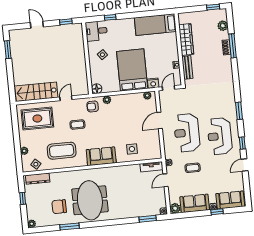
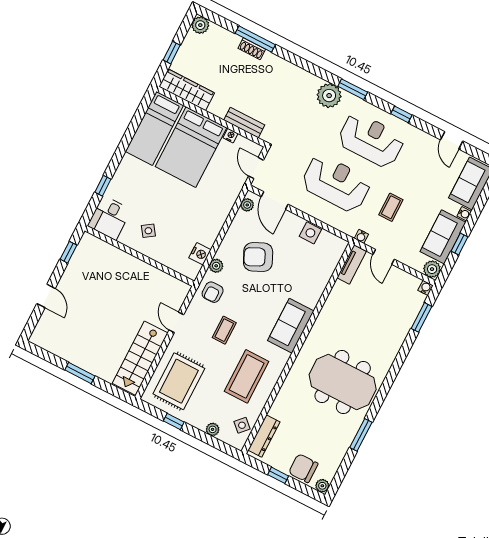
window: (213, 7) -> (172, 53), moved
door: (37, 25) -> (46, 296), swing flipped
plant: (223, 26) -> (200, 25), moved
wardrobe: (186, 39) -> (187, 90), moved
window: (8, 50) -> (80, 373), moved
bed: (132, 70) -> (191, 147), moved, turned -90
nightstand: (153, 83) -> (200, 254), moved
floor lamp: (97, 89) -> (191, 270), removed
plant: (228, 101) -> (329, 96), added
armchair: (125, 118) -> (258, 257), added
door: (160, 120) -> (275, 201), moved
window: (16, 129) -> (174, 421), added
reception desk: (187, 133) -> (336, 183), turned 180
reception desk: (220, 136) -> (371, 140), turned 180
side table: (132, 149) -> (310, 233), moved
door: (244, 165) -> (452, 140), moved
chair: (59, 207) -> (303, 468), moved, turned 90
window: (217, 212) -> (459, 244), moved

